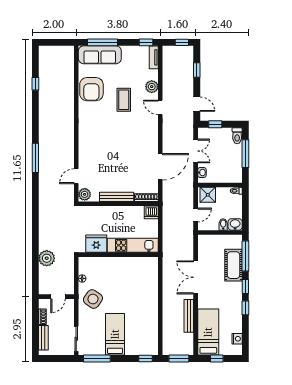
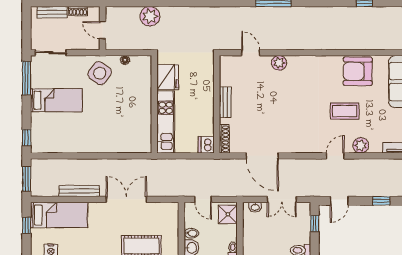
plant: (85, 194) -> (279, 63), moved
bench: (117, 197) -> (225, 102), width x0.73

